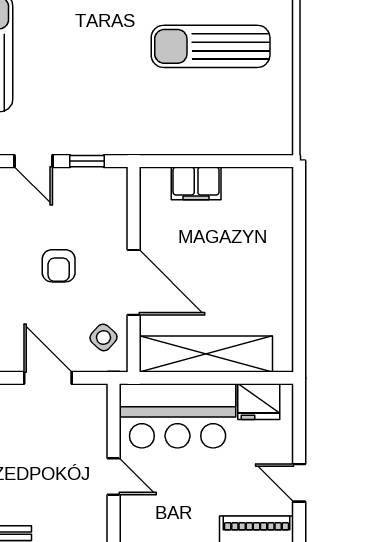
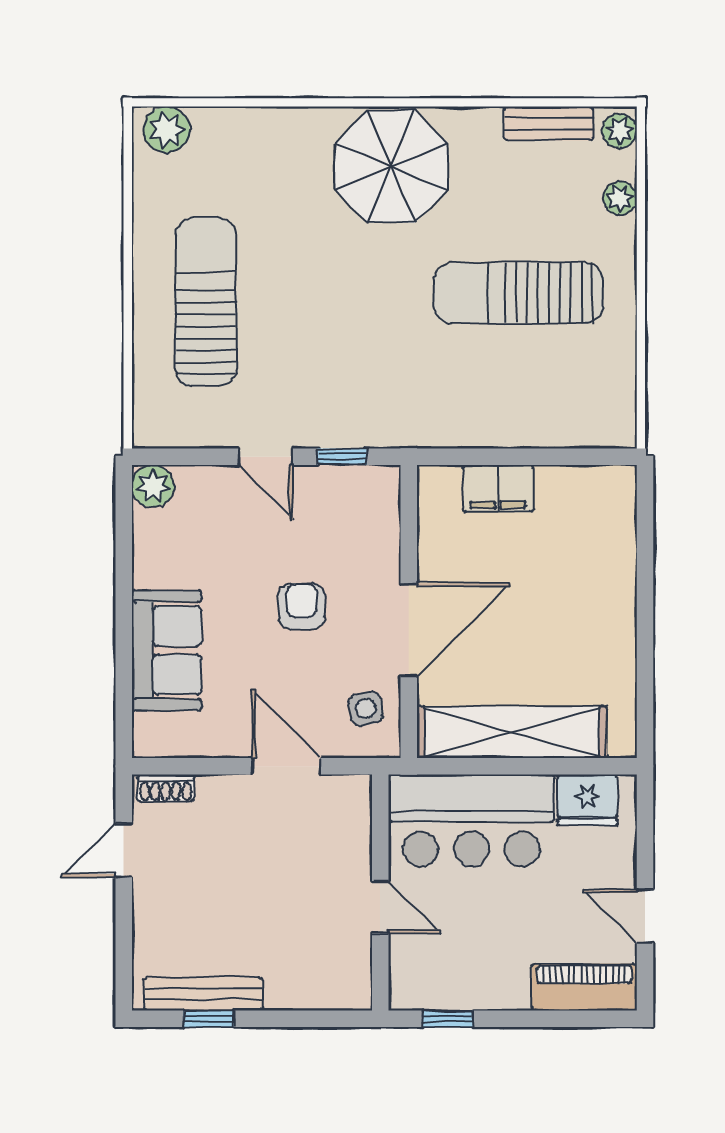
armchair: (59, 266) -> (302, 606), turned 180
door: (134, 282) -> (409, 630), hinge flipped
side table: (103, 337) -> (366, 709), turned 37

